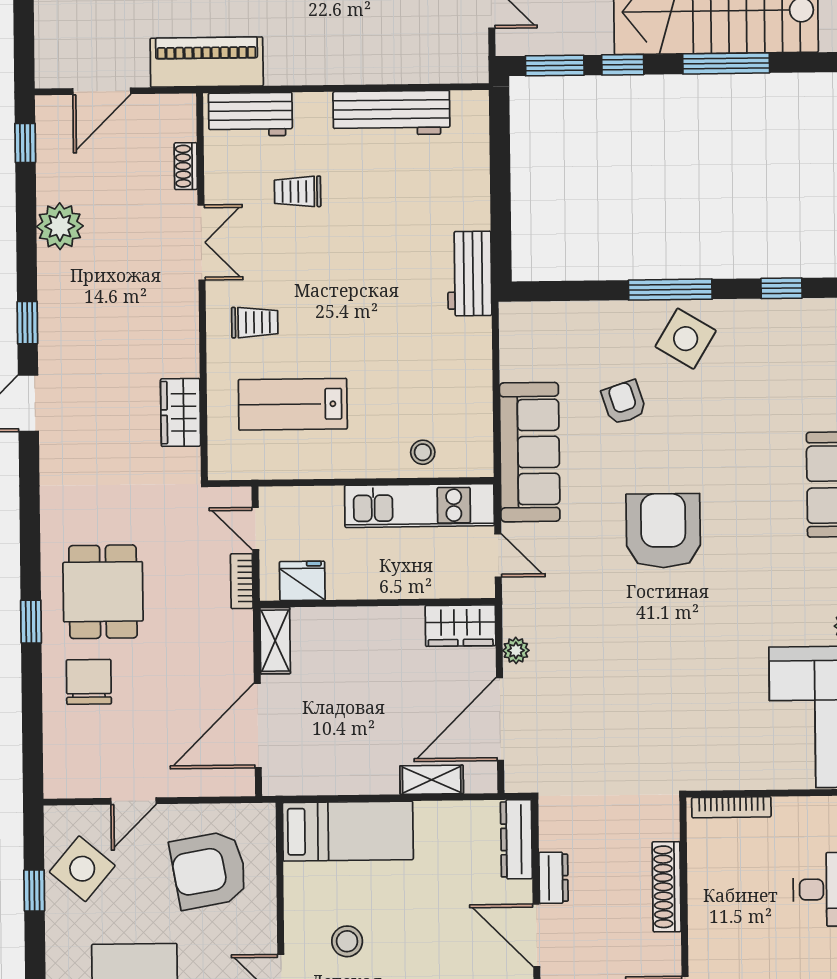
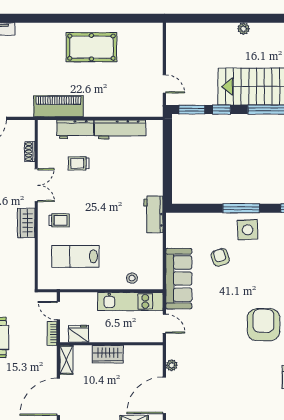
piano: (207, 62) -> (58, 106), moved
workbench: (250, 114) -> (75, 129), moved
workbench: (470, 273) -> (153, 214), moved
side table: (686, 339) -> (248, 230), turned -34
wardrobe: (181, 412) -> (26, 223), moved
armchair: (663, 531) -> (263, 325), moved
wardrobe: (460, 626) -> (108, 354), moved

